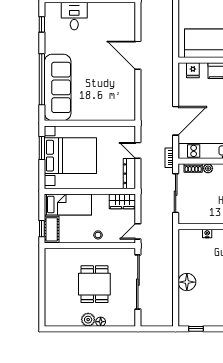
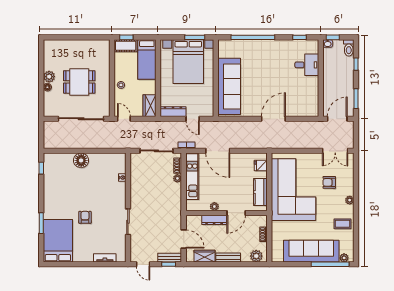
sofa: (58, 87) -> (229, 86), moved, turned -90
door: (138, 150) -> (193, 119), swing flipped

